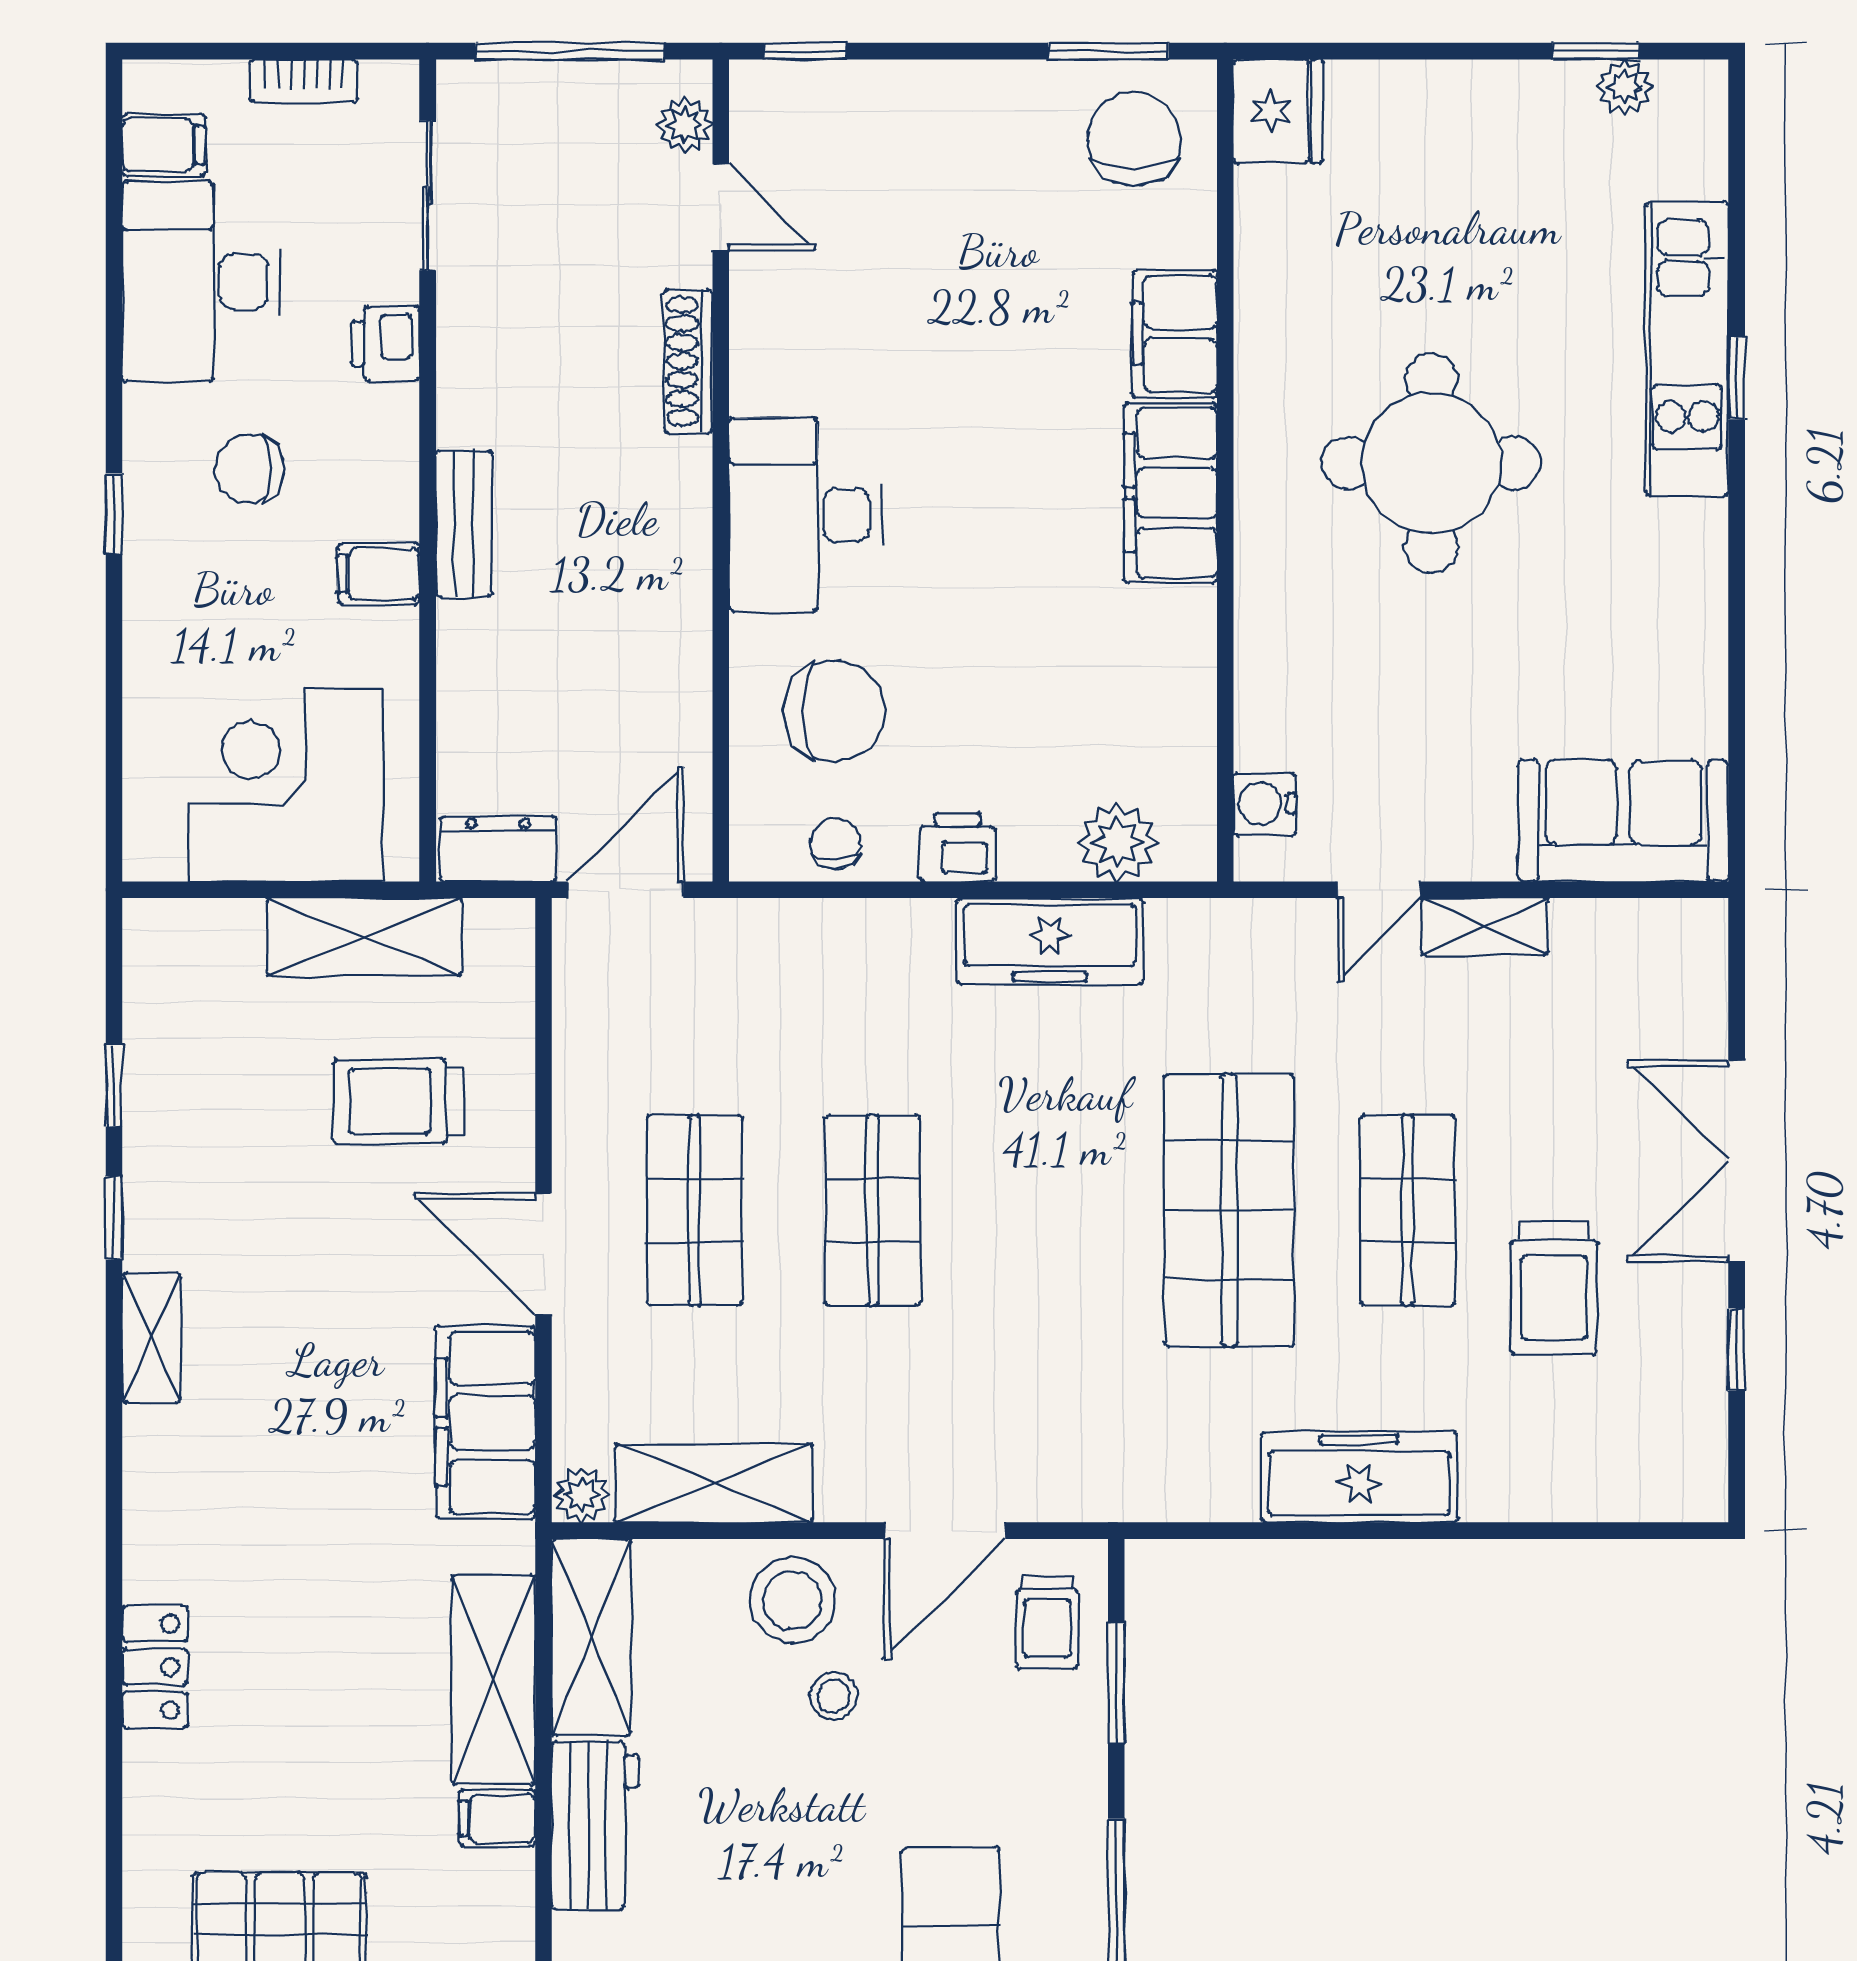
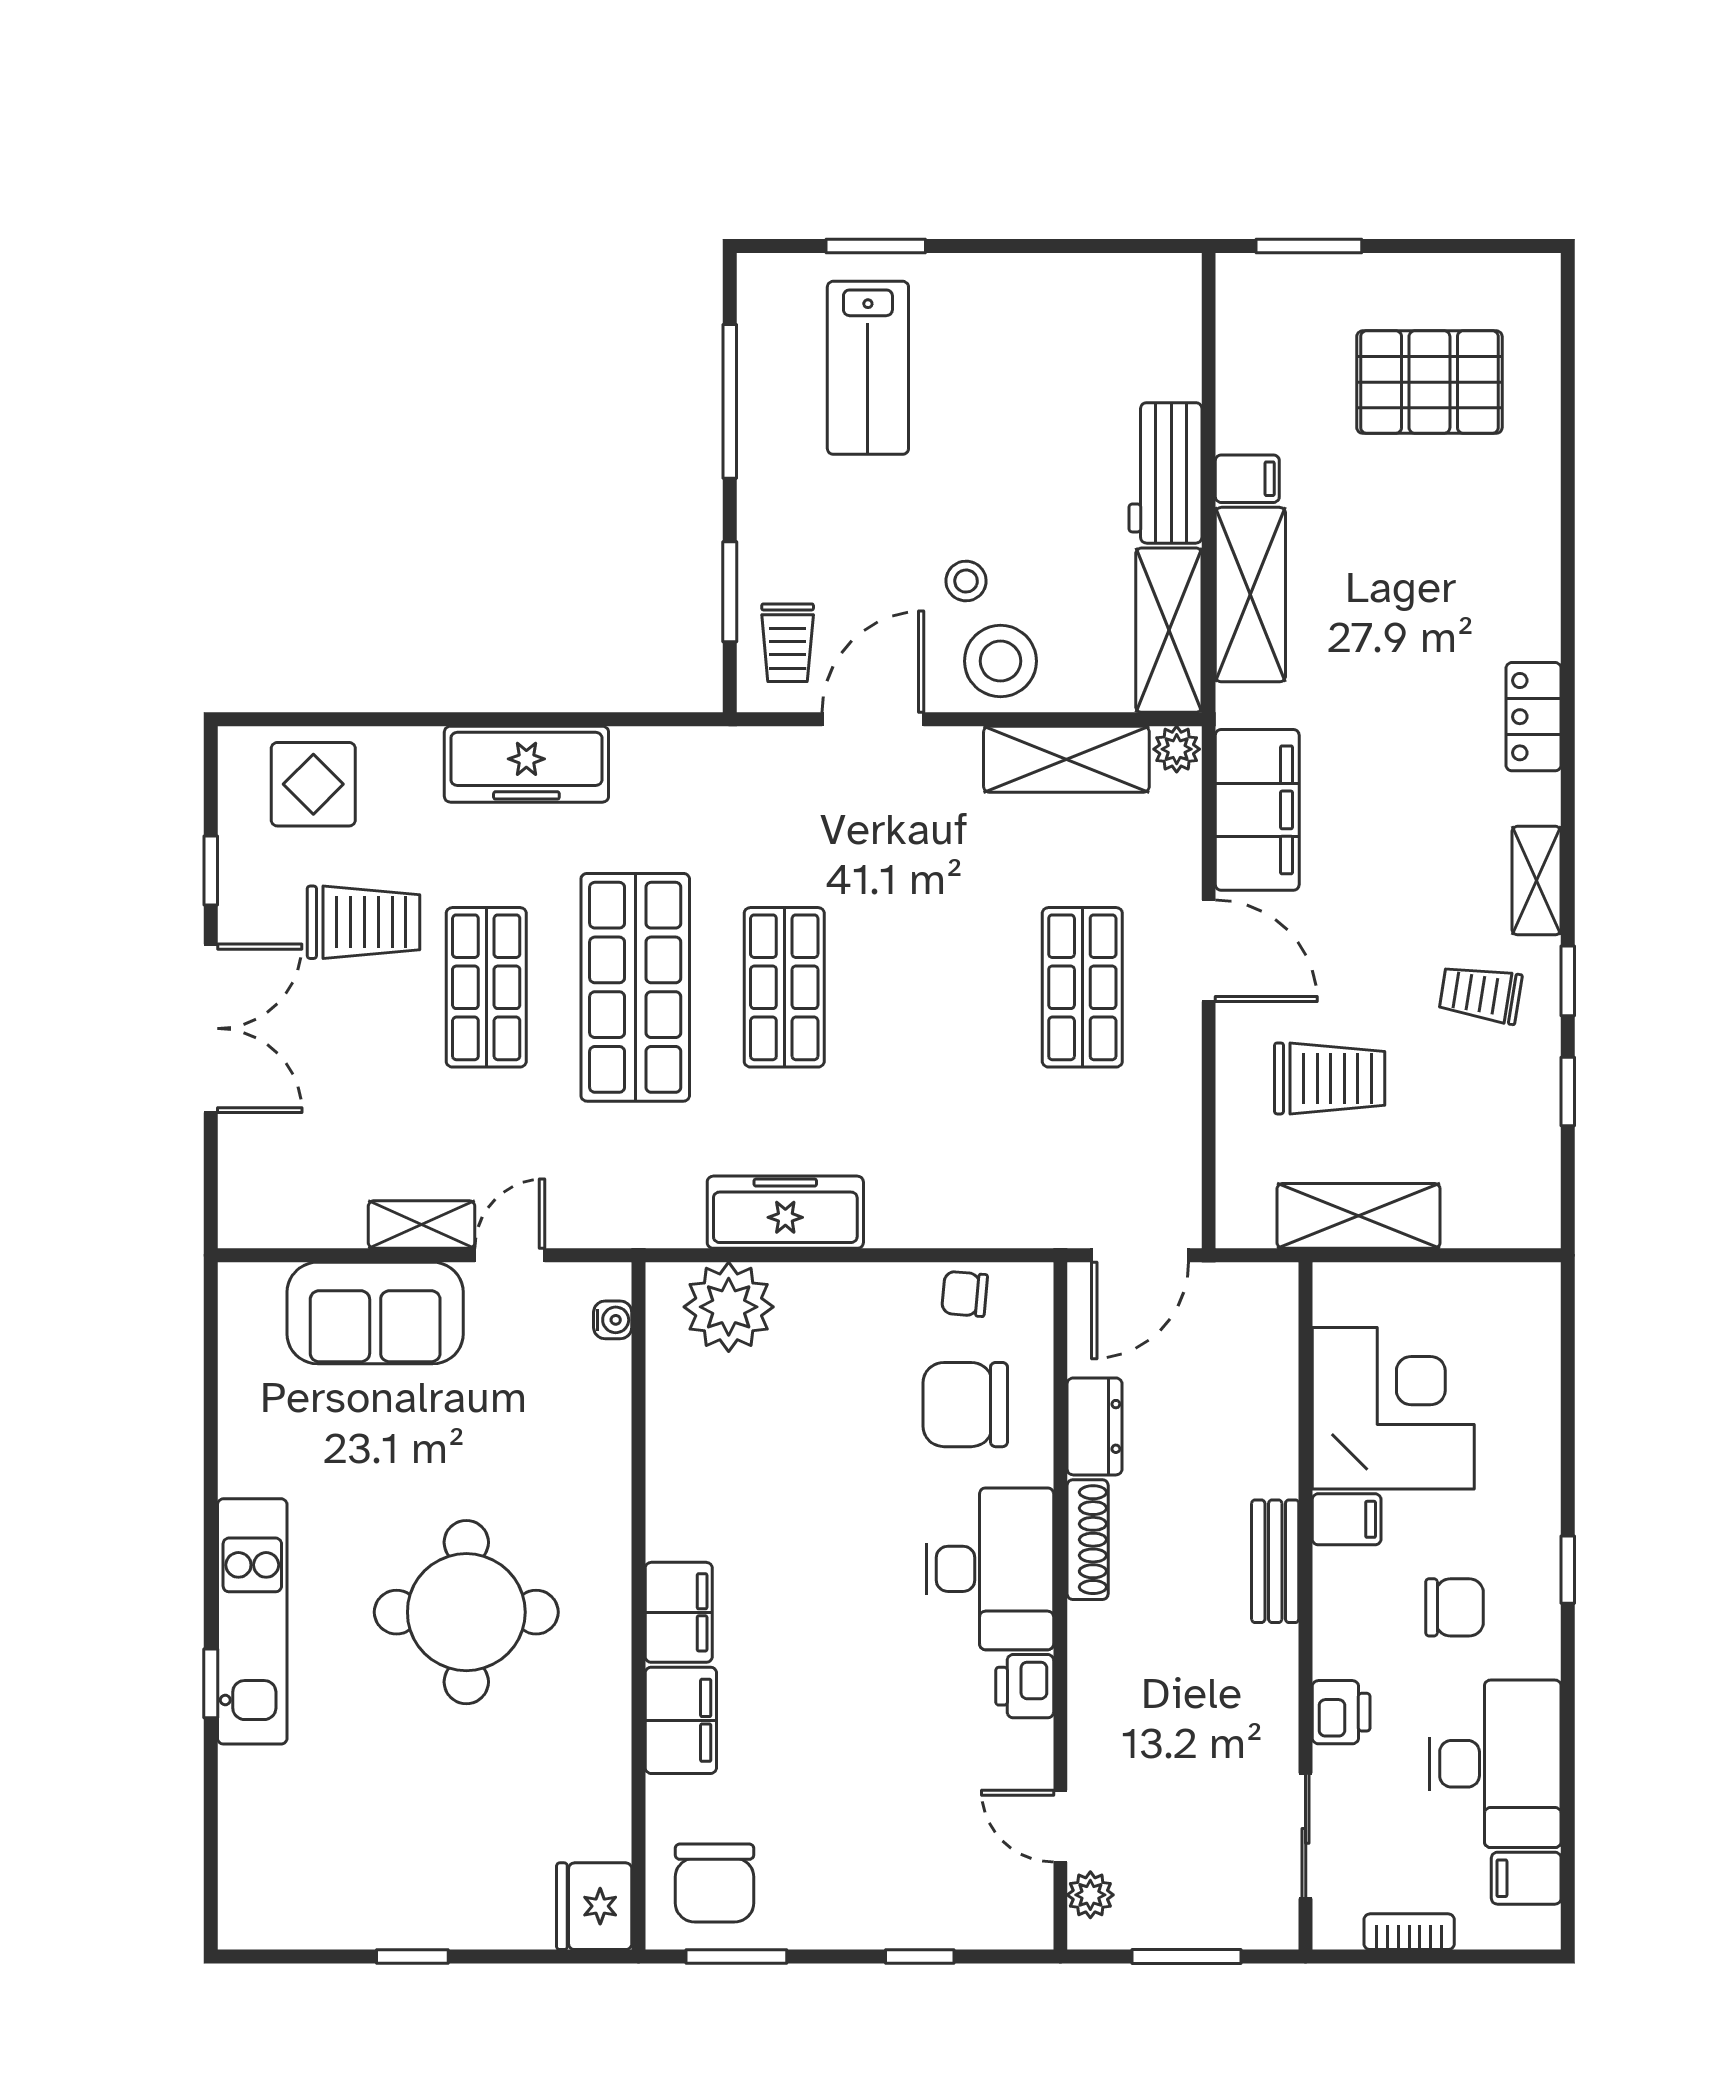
window: (570, 51) -> (1186, 1957), width x0.69
window: (805, 51) -> (920, 1957), moved
window: (1596, 51) -> (412, 1957), moved
plant: (1625, 87) -> (304, 1927), removed
kitchen unit: (1687, 349) -> (252, 1621), moved
shoe rack: (688, 361) -> (1088, 1540), moved
filing cabinet: (1171, 493) -> (679, 1612), width x0.67, depth x0.86
corner desk: (286, 785) -> (1393, 1408), moved, turned -90
water cooler: (1265, 804) -> (613, 1320), width x0.72, depth x0.72
sofa: (1623, 821) -> (375, 1313), moved
plant: (1117, 842) -> (729, 1307), width x1.36, depth x1.36
chair: (835, 844) -> (965, 1294), turned 95
printer: (958, 847) -> (1025, 1686), moved, turned 90
dresser: (498, 849) -> (1095, 1426), moved, turned -90
trolley: (218, 1202) -> (1481, 994), added
shop shelf: (873, 1210) -> (784, 987), moved
trolley: (1554, 1288) -> (364, 922), turned 90
display table: (1614, 1453) -> (313, 784), added
trolley: (1047, 1622) -> (788, 643), turned 180
locker: (155, 1667) -> (1534, 717), moved

